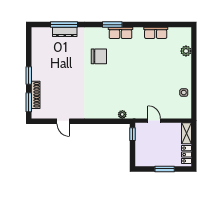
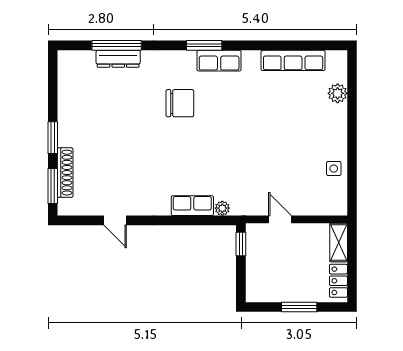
row of seats: (156, 33) -> (293, 60), width x1.48
row of seats: (106, 113) -> (192, 206), added

